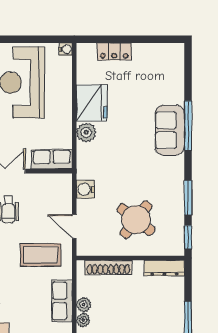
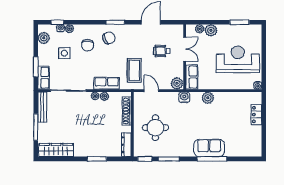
fridge: (92, 103) -> (226, 101), removed
plant: (62, 184) -> (177, 83), added
water cooler: (85, 189) -> (184, 97), moved
round table: (136, 220) -> (155, 128), turned -38
door: (74, 226) -> (151, 91), hinge flipped

